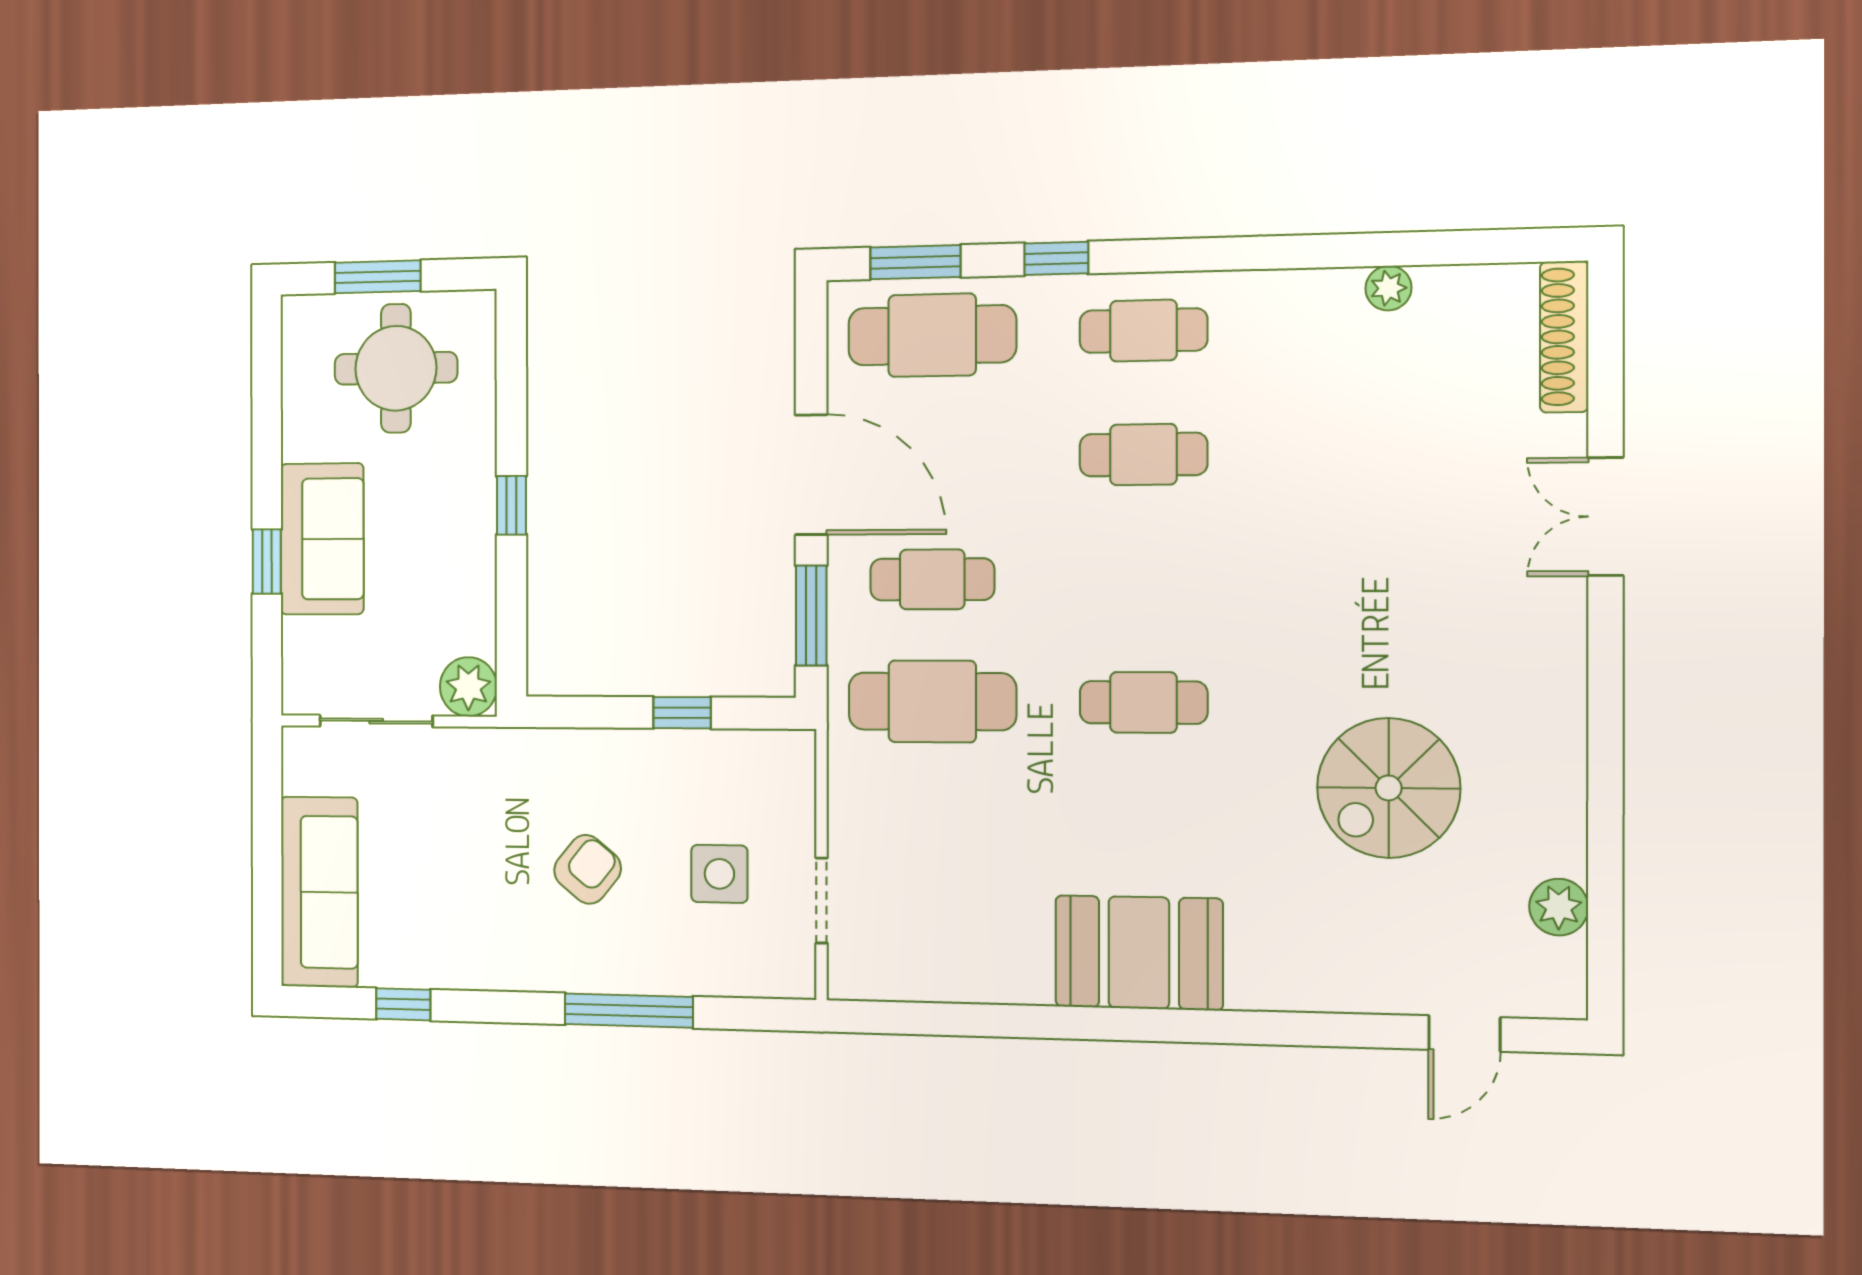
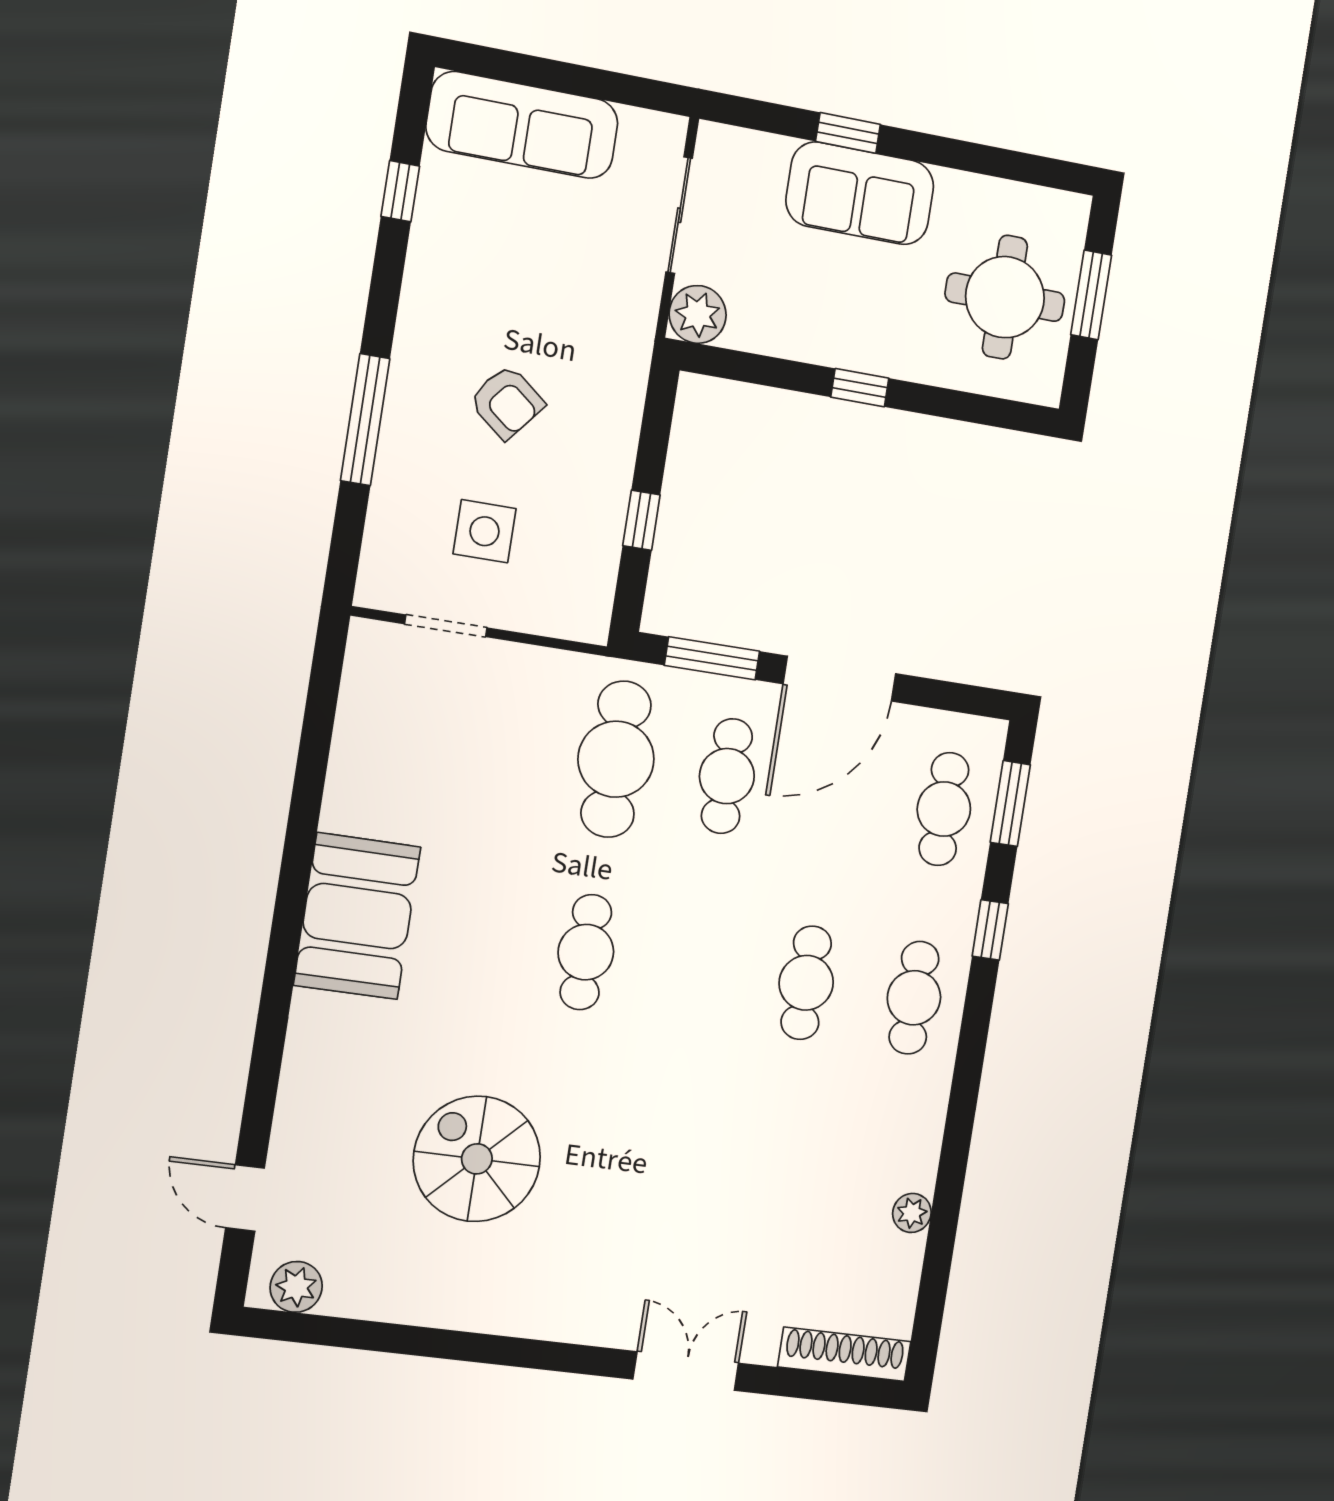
cafe table: (932, 335) -> (944, 809), width x0.73, depth x0.74
plant: (1559, 907) -> (296, 1287), moved

